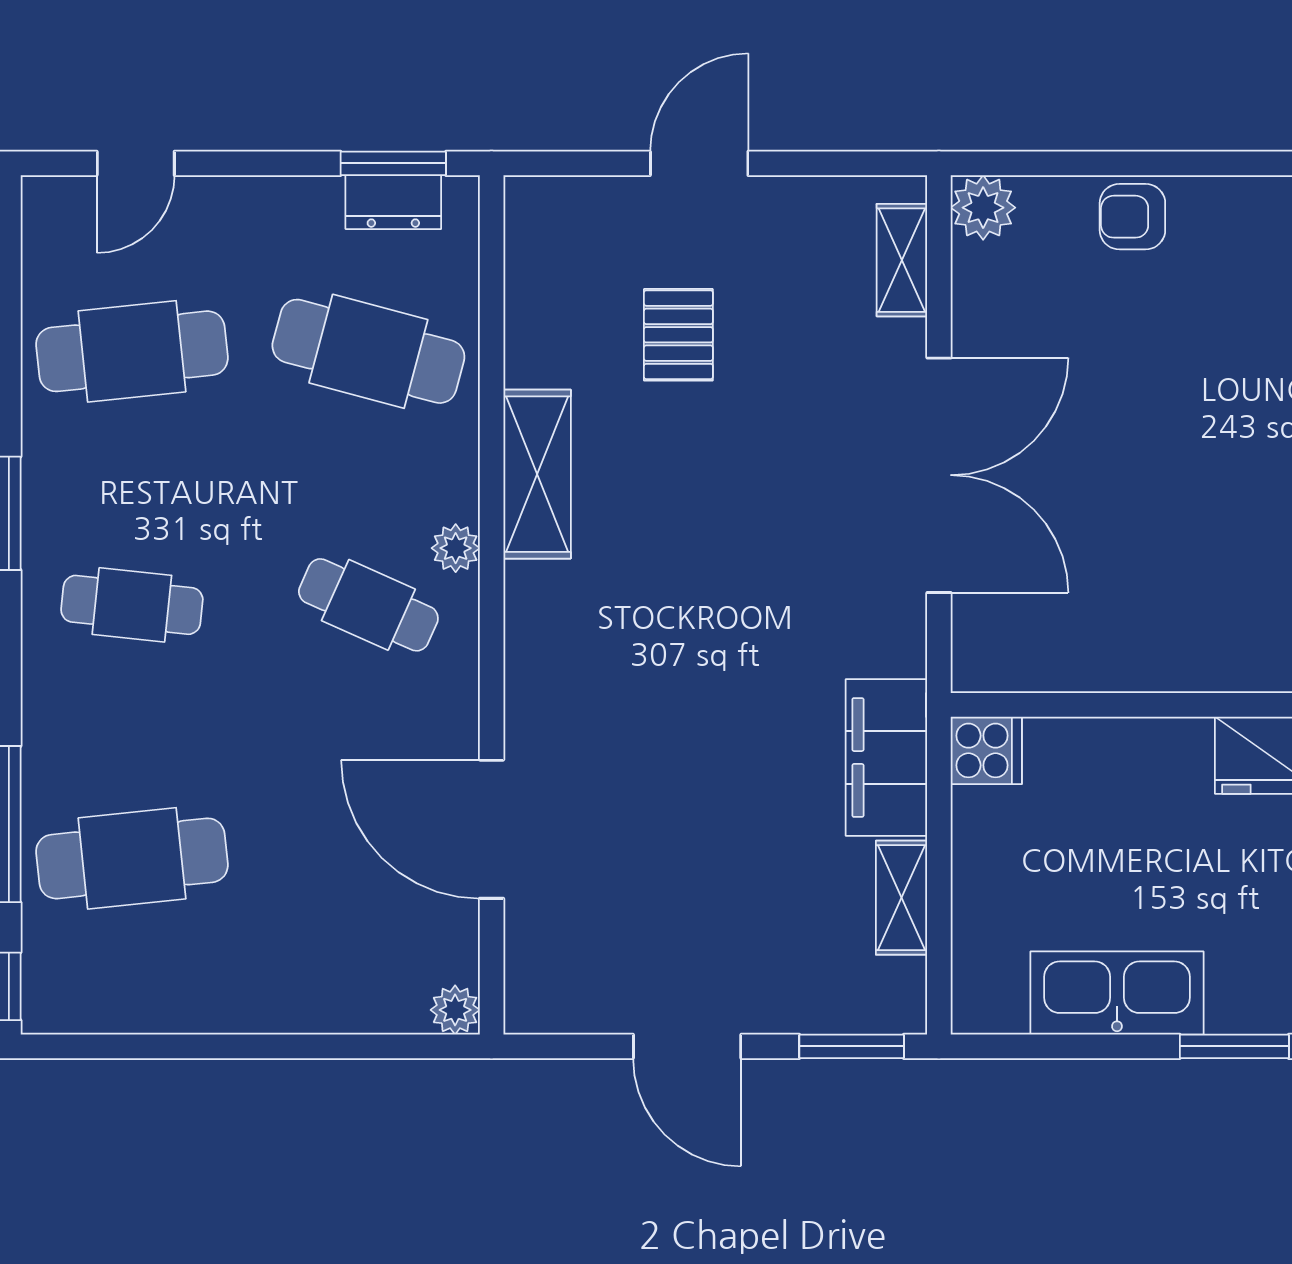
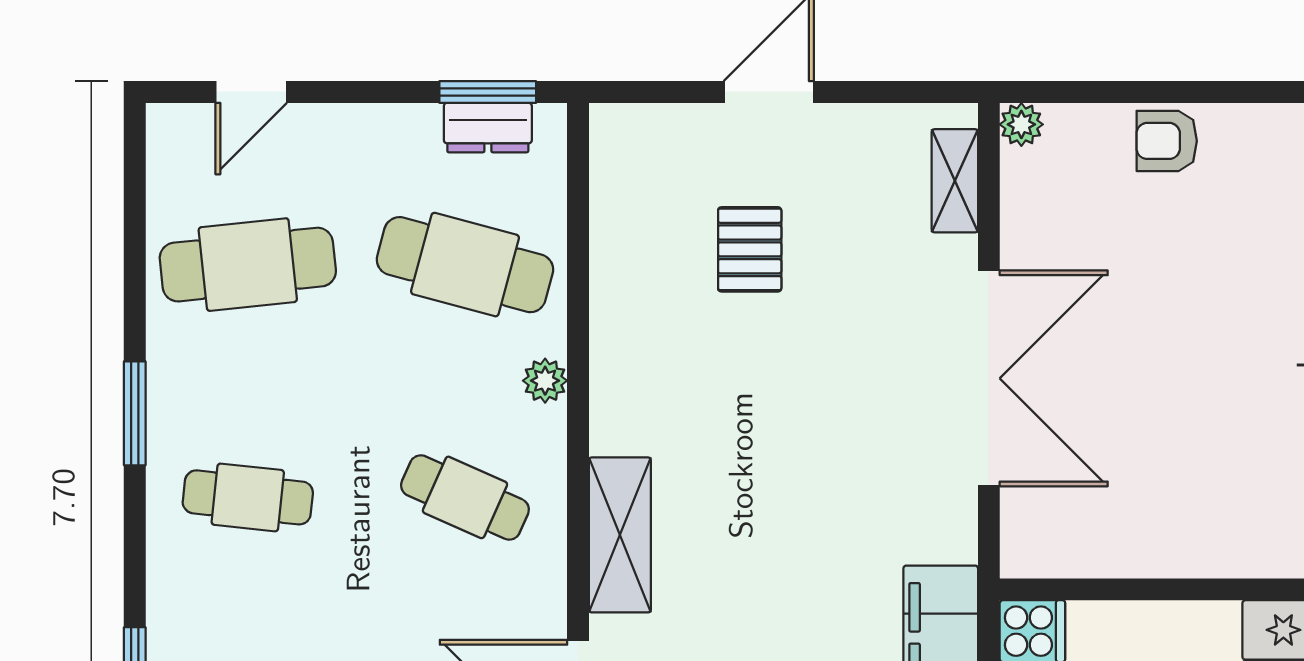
plant: (983, 208) -> (1021, 124), width x0.73, depth x0.73
shelving: (537, 474) -> (620, 535), moved
plant: (456, 548) -> (545, 381), moved

